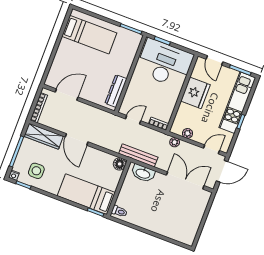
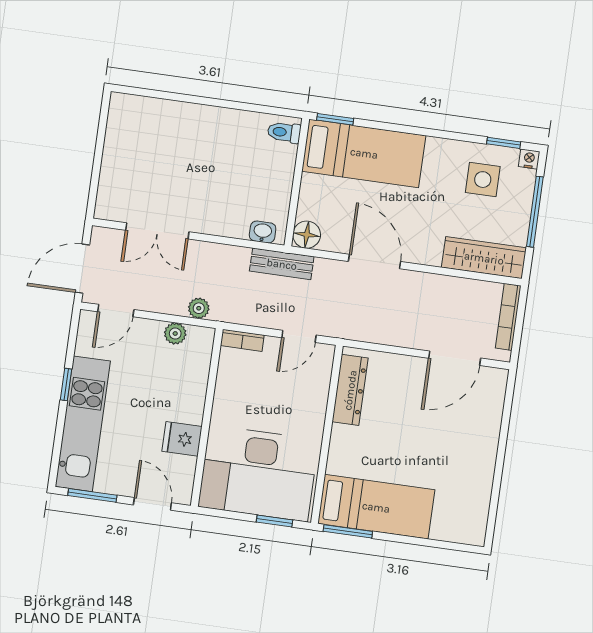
bed: (89, 35) -> (376, 507), moved, turned 180
fridge: (195, 93) -> (182, 439), width x0.53, depth x0.75
door: (77, 139) -> (375, 262), moved
bench: (138, 155) -> (282, 264), width x0.73
washbasin: (143, 173) -> (263, 232), width x0.52, depth x0.69
double door: (185, 180) -> (157, 231), width x0.73

